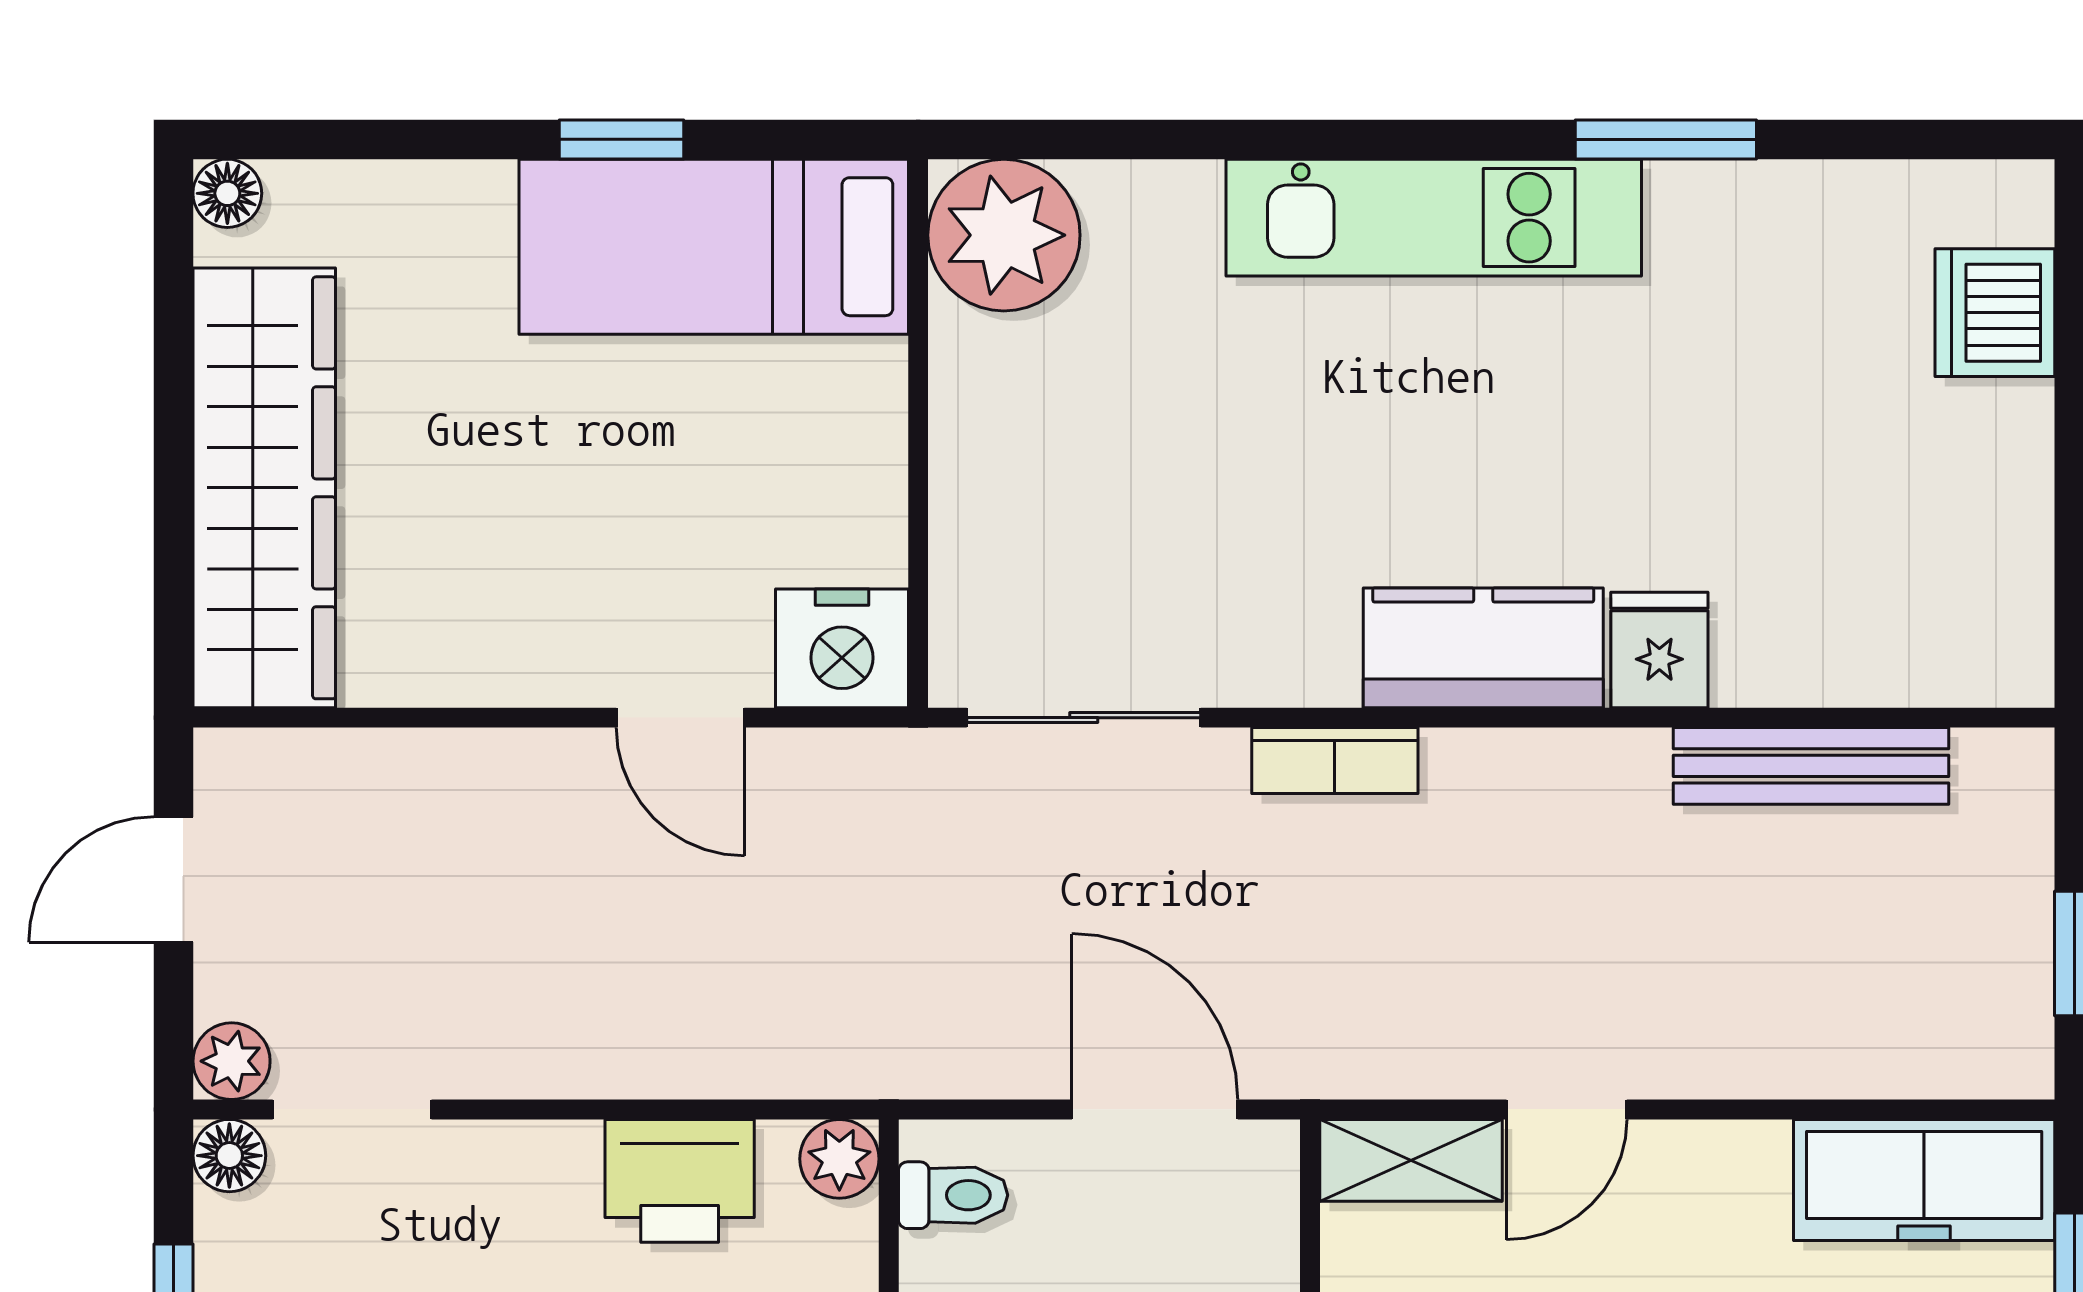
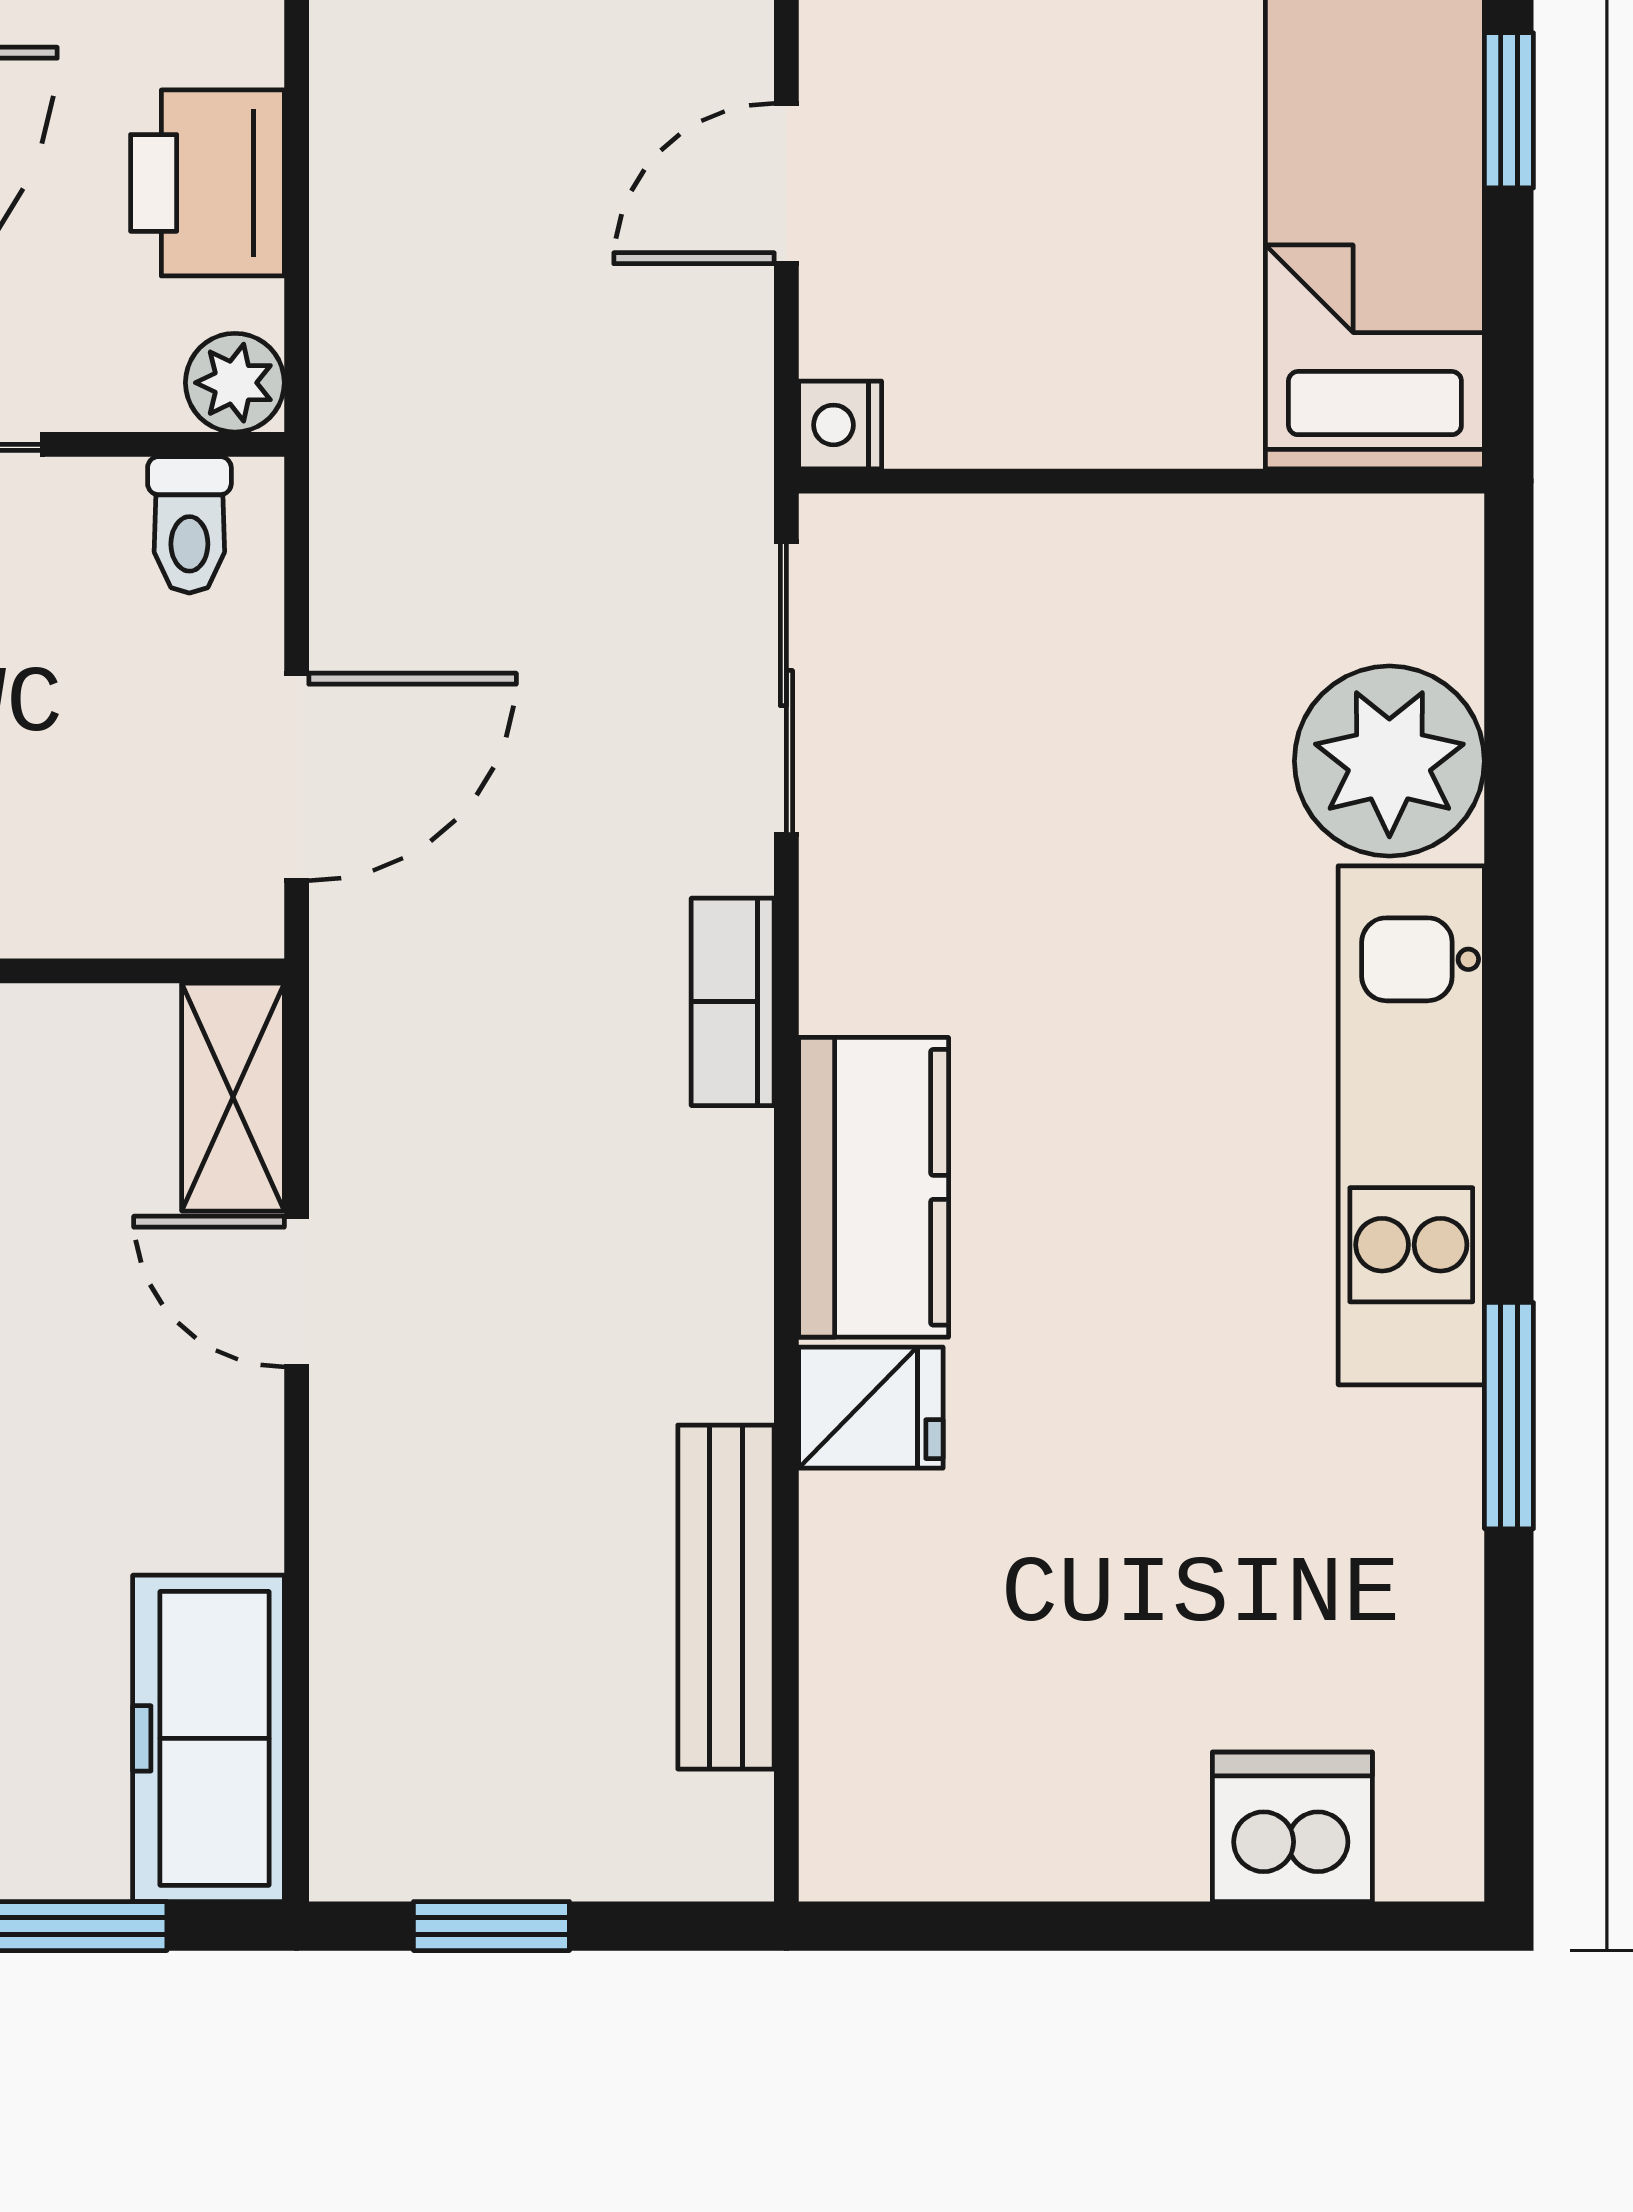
plant: (1004, 235) -> (1389, 761), moved
nightstand: (842, 648) -> (840, 425), width x0.53, depth x0.56

